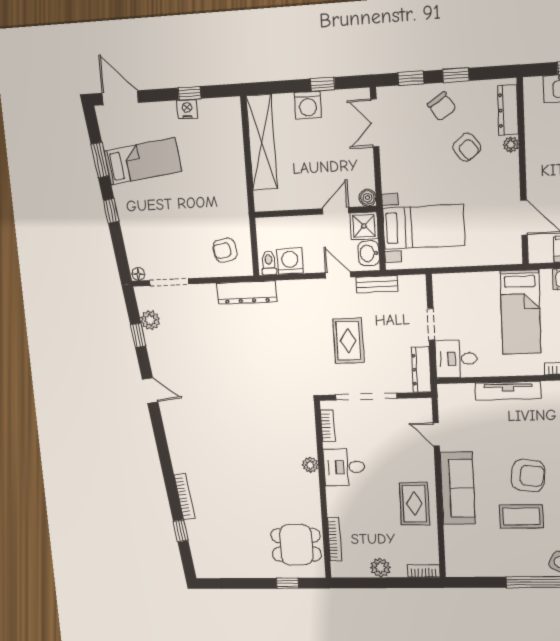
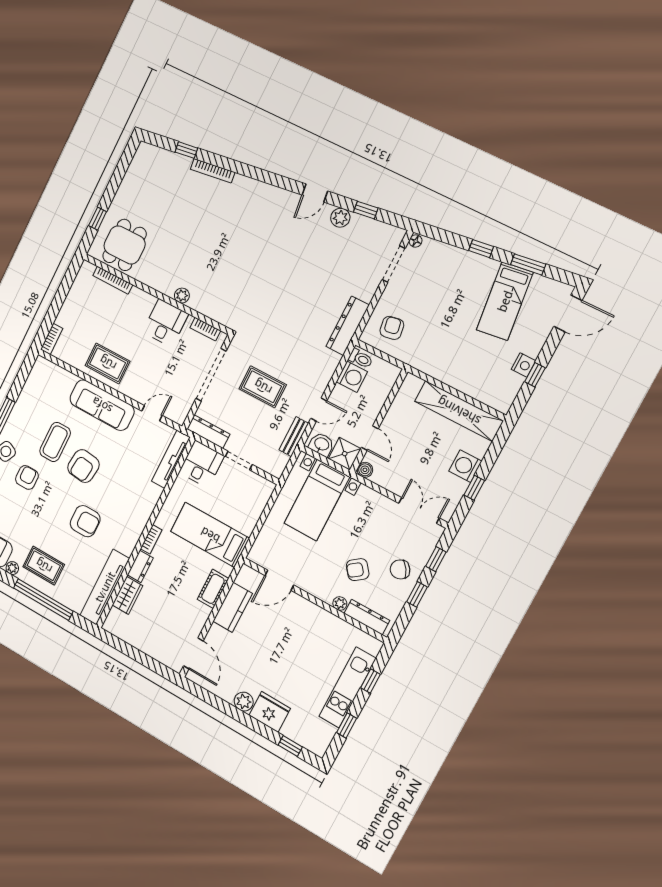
plant: (150, 320) -> (340, 218), moved
tv unit: (508, 391) -> (171, 459), moved
plant: (380, 568) -> (72, 305), removed

